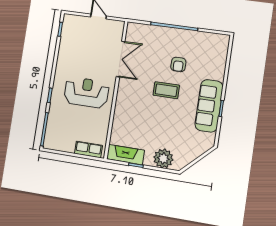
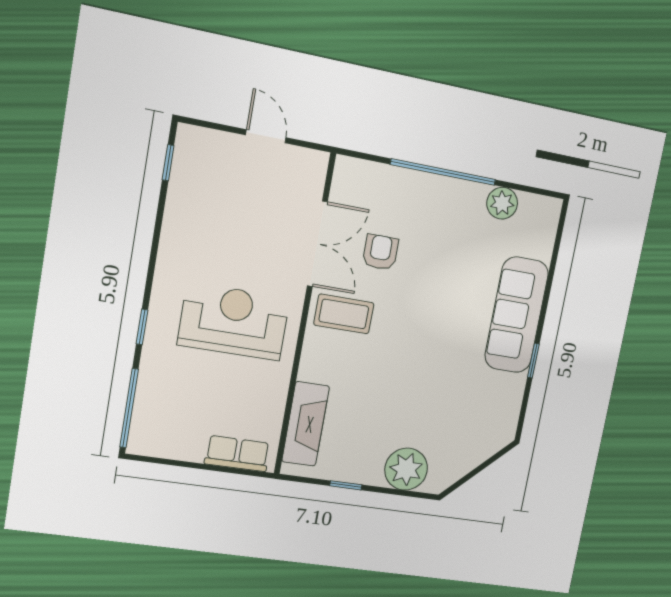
plant: (202, 38) -> (502, 203), added
armchair: (178, 64) -> (380, 252), moved, turned 180
coffee table: (166, 90) -> (344, 314), moved
sofa: (209, 106) -> (517, 315), moved
fireplace: (125, 155) -> (306, 424), moved, turned 90

